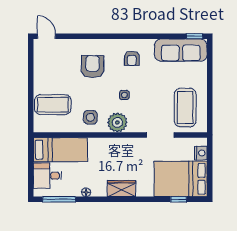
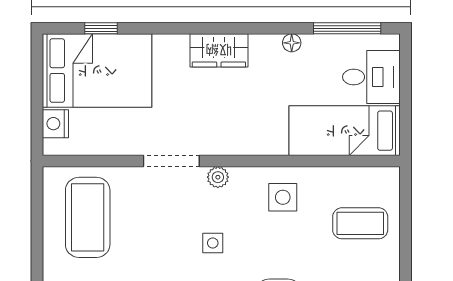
coffee table: (53, 105) -> (360, 223), width x0.73, depth x0.76
plant: (117, 122) -> (218, 177), width x0.53, depth x0.53
doorway: (160, 135) -> (171, 161), moved

